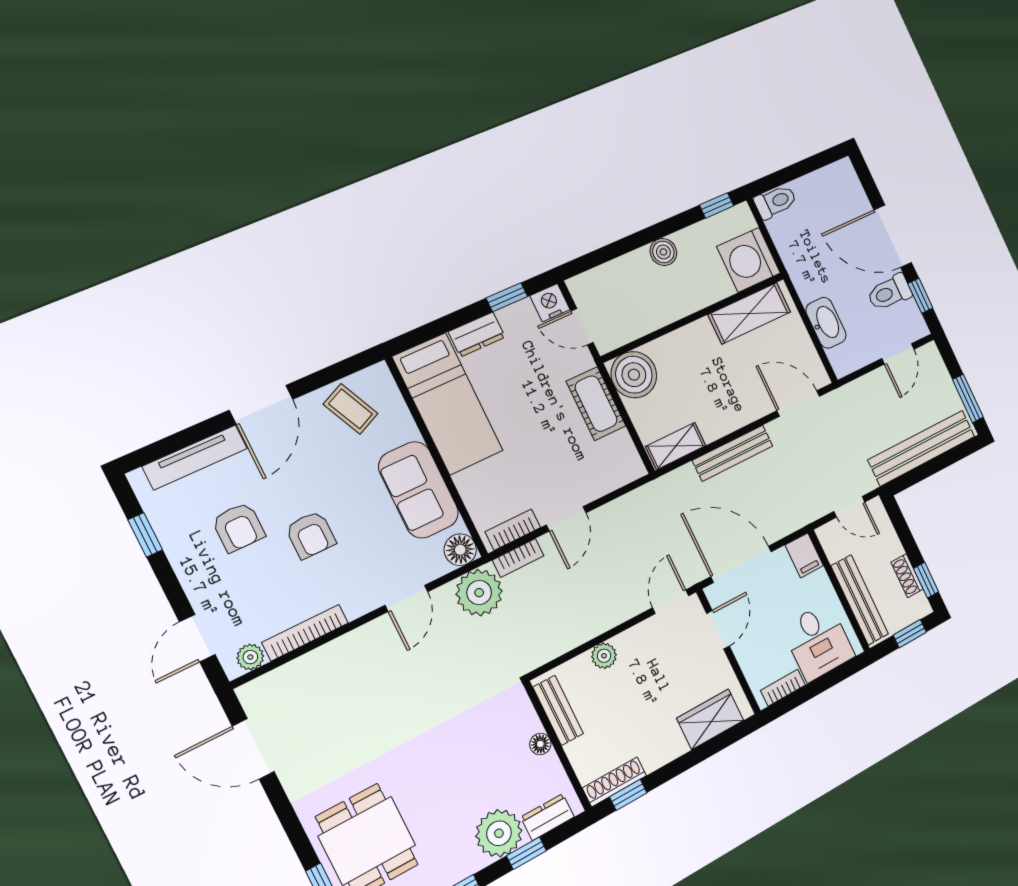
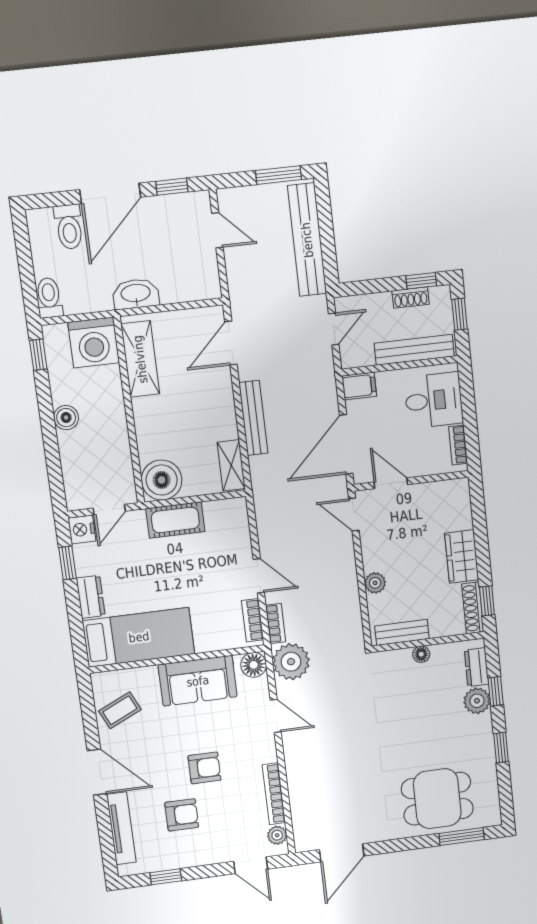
toilet: (889, 292) -> (69, 227), moved
washbasin: (826, 323) -> (136, 294), moved
wardrobe: (710, 719) -> (462, 556), moved
plant: (499, 833) -> (477, 701), width x0.73, depth x0.73

